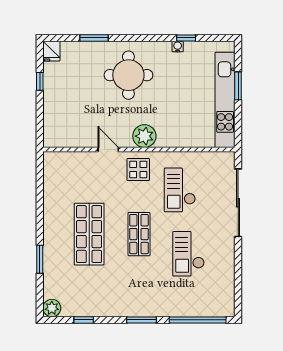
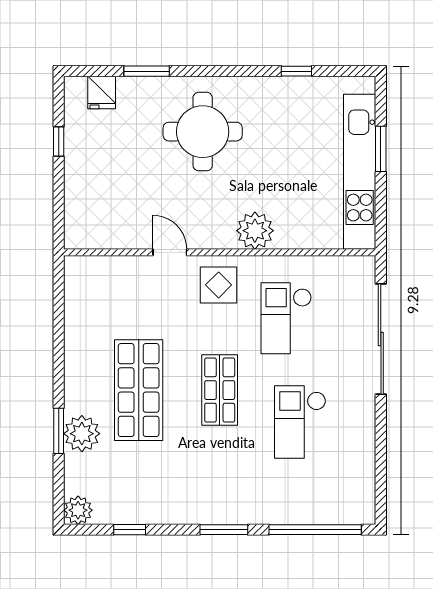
water cooler: (178, 47) -> (283, 85), removed
fridge: (51, 51) -> (102, 93), moved
plant: (144, 136) -> (255, 231), moved
plant: (54, 261) -> (82, 434), added

